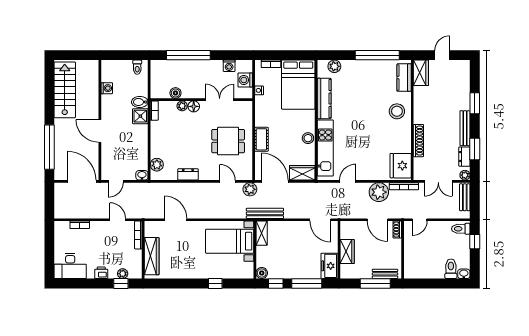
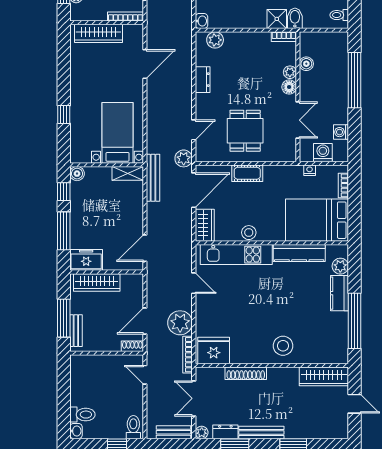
wardrobe: (421, 73) -> (324, 376), width x1.50
kitchen counter: (404, 78) -> (339, 293), moved, turned -90
wardrobe: (347, 252) -> (97, 282), width x1.50

